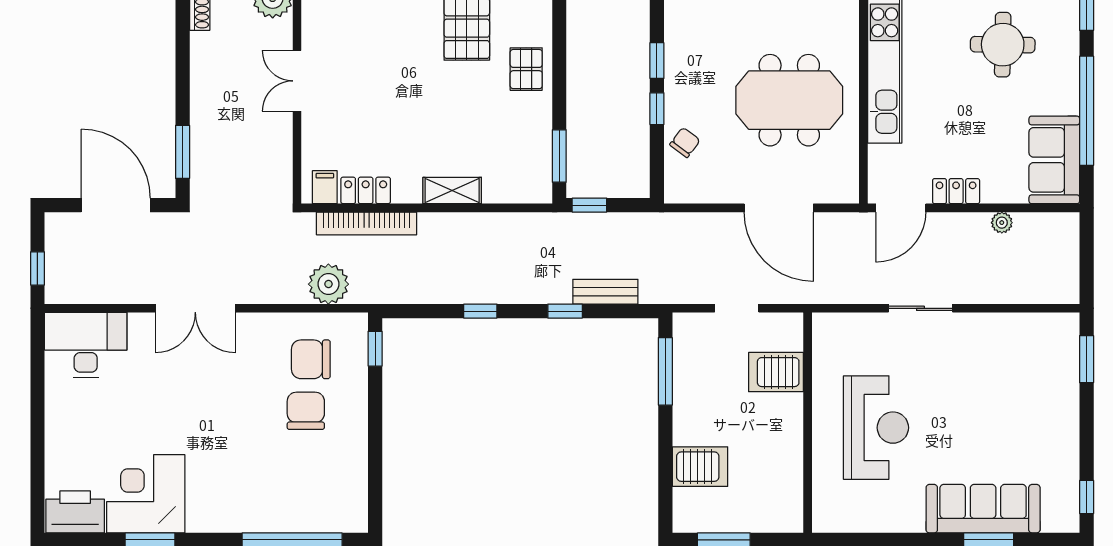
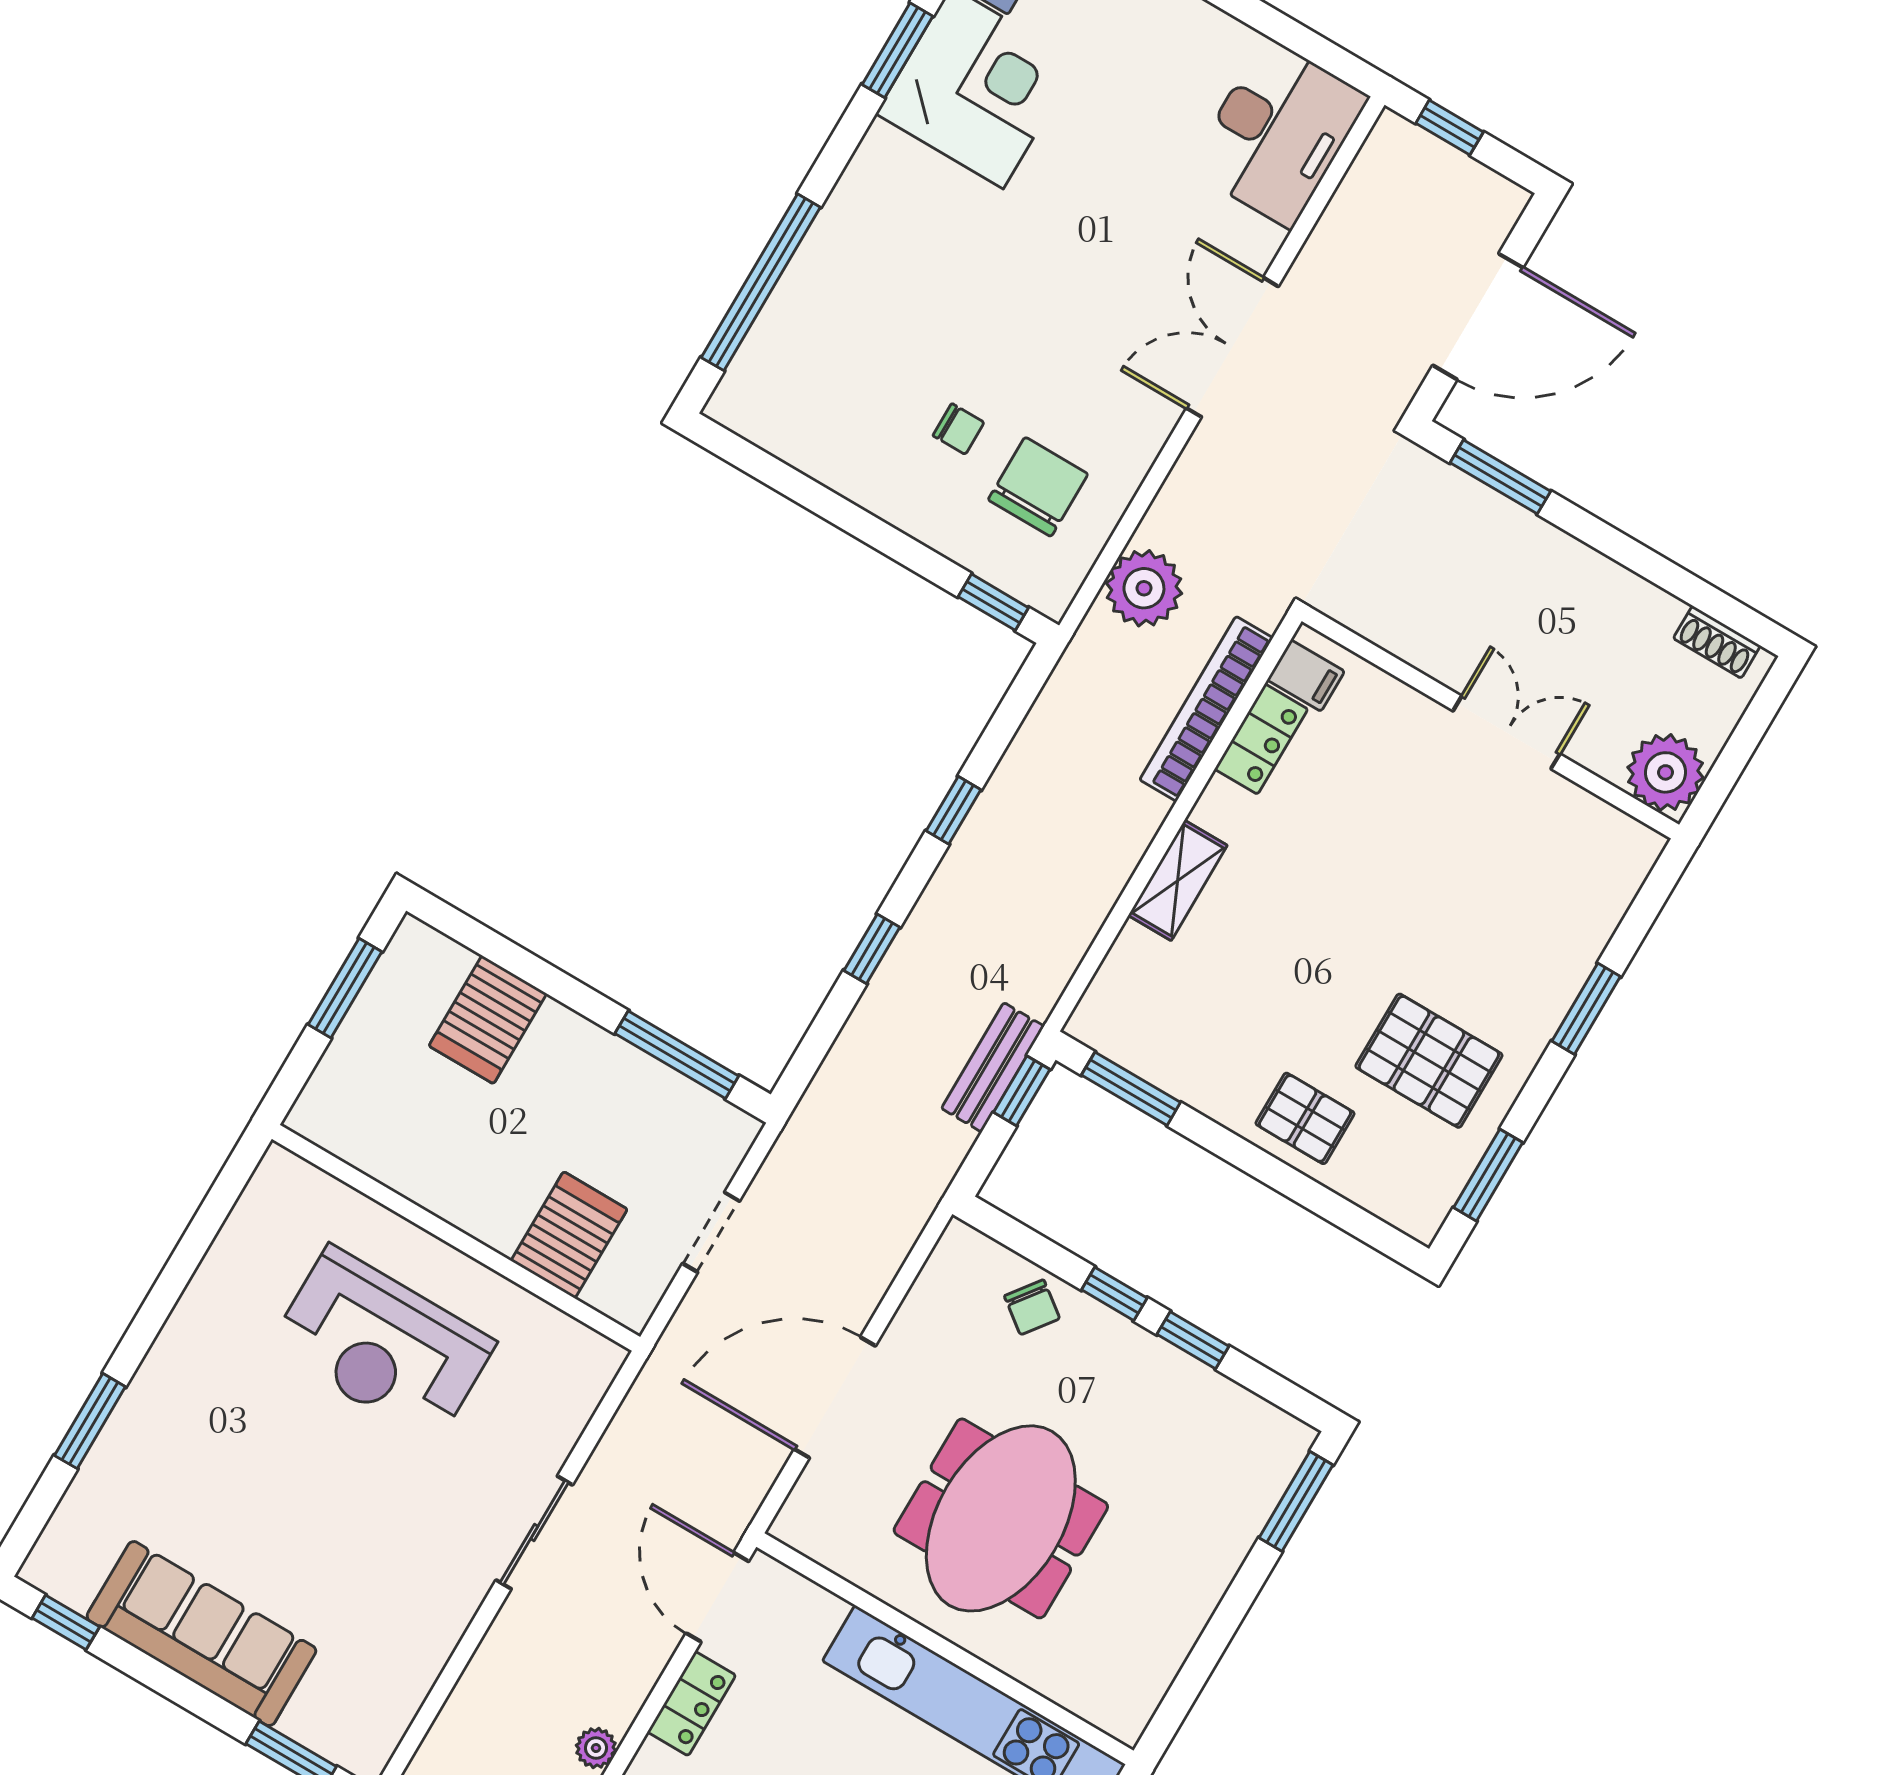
bench: (605, 292) -> (993, 1067), moved
chair: (306, 411) -> (959, 429), width x0.54, depth x0.54
sofa: (983, 509) -> (201, 1634), moved, turned -90

